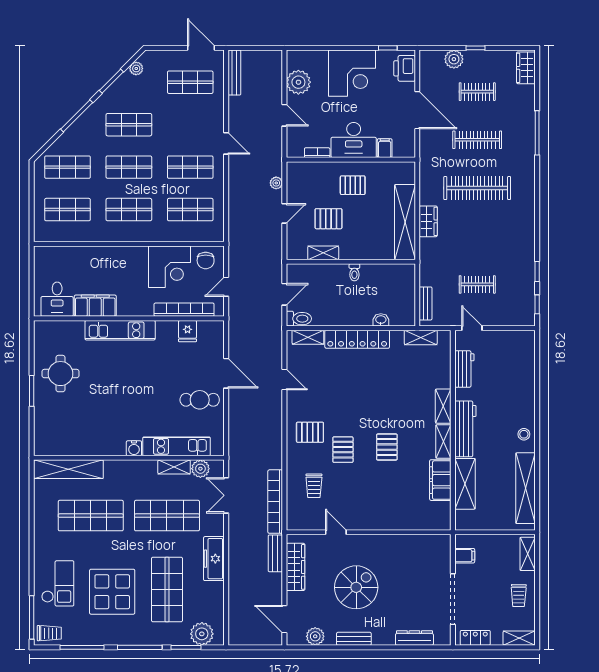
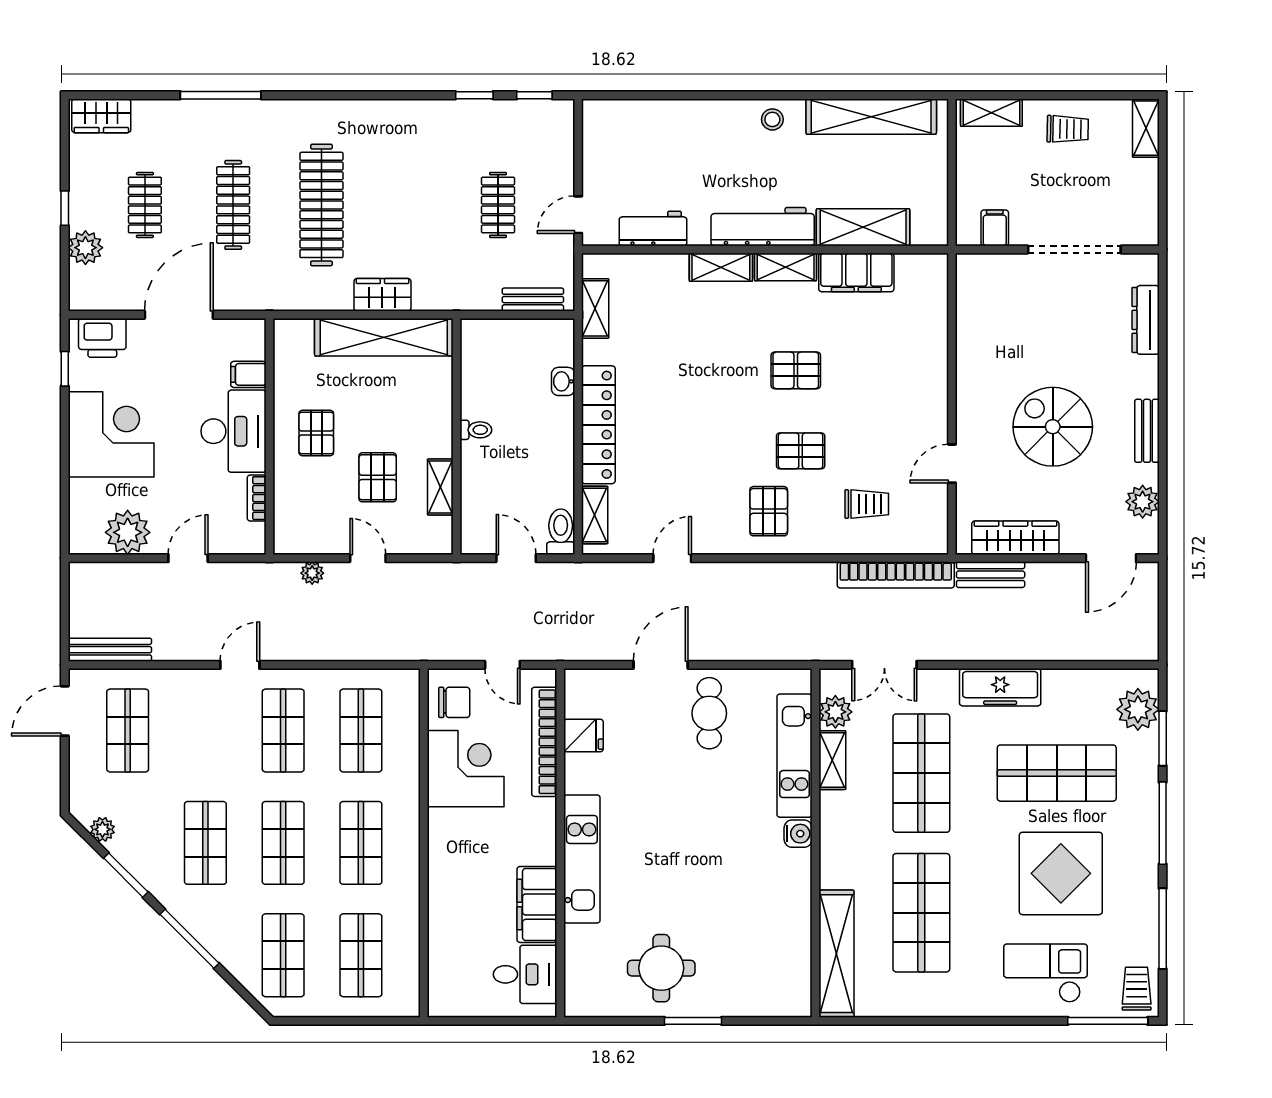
locker: (475, 638) -> (1145, 209), removed

